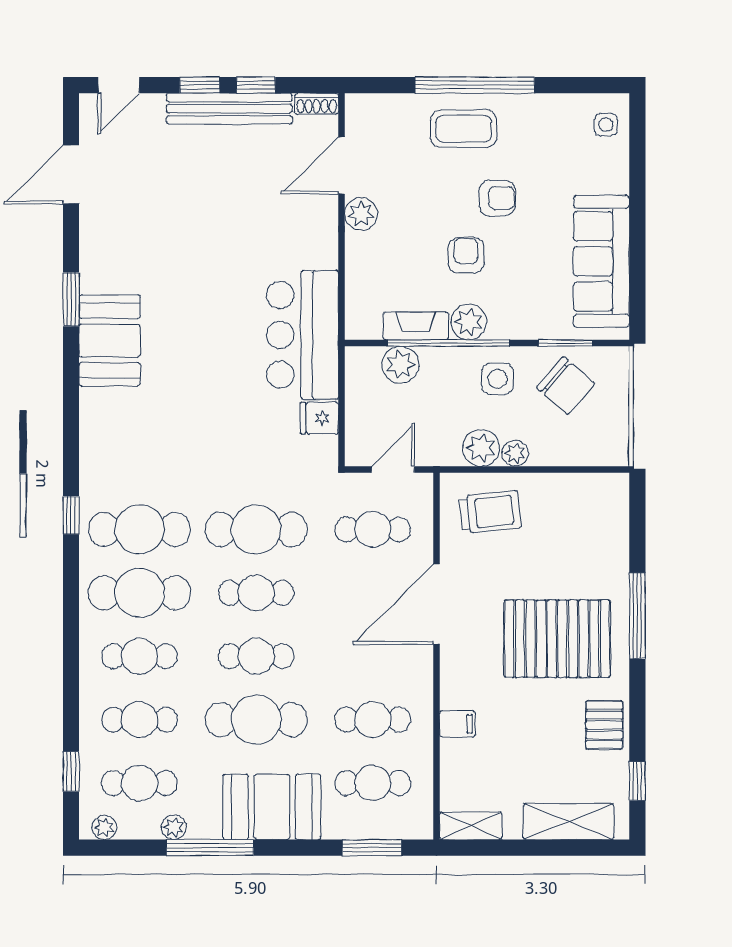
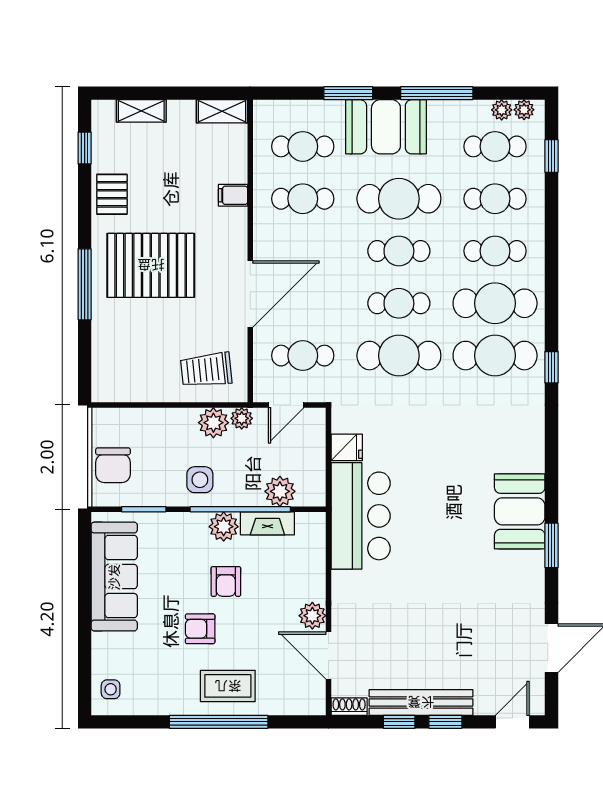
door: (342, 165) -> (328, 656), swing flipped
chair: (566, 386) -> (113, 465), moved, turned -131
plant: (515, 453) -> (242, 418), moved
shelving: (569, 822) -> (141, 111), width x0.67, depth x0.75
plant: (174, 827) -> (502, 110), moved
window: (372, 848) -> (348, 93), moved

